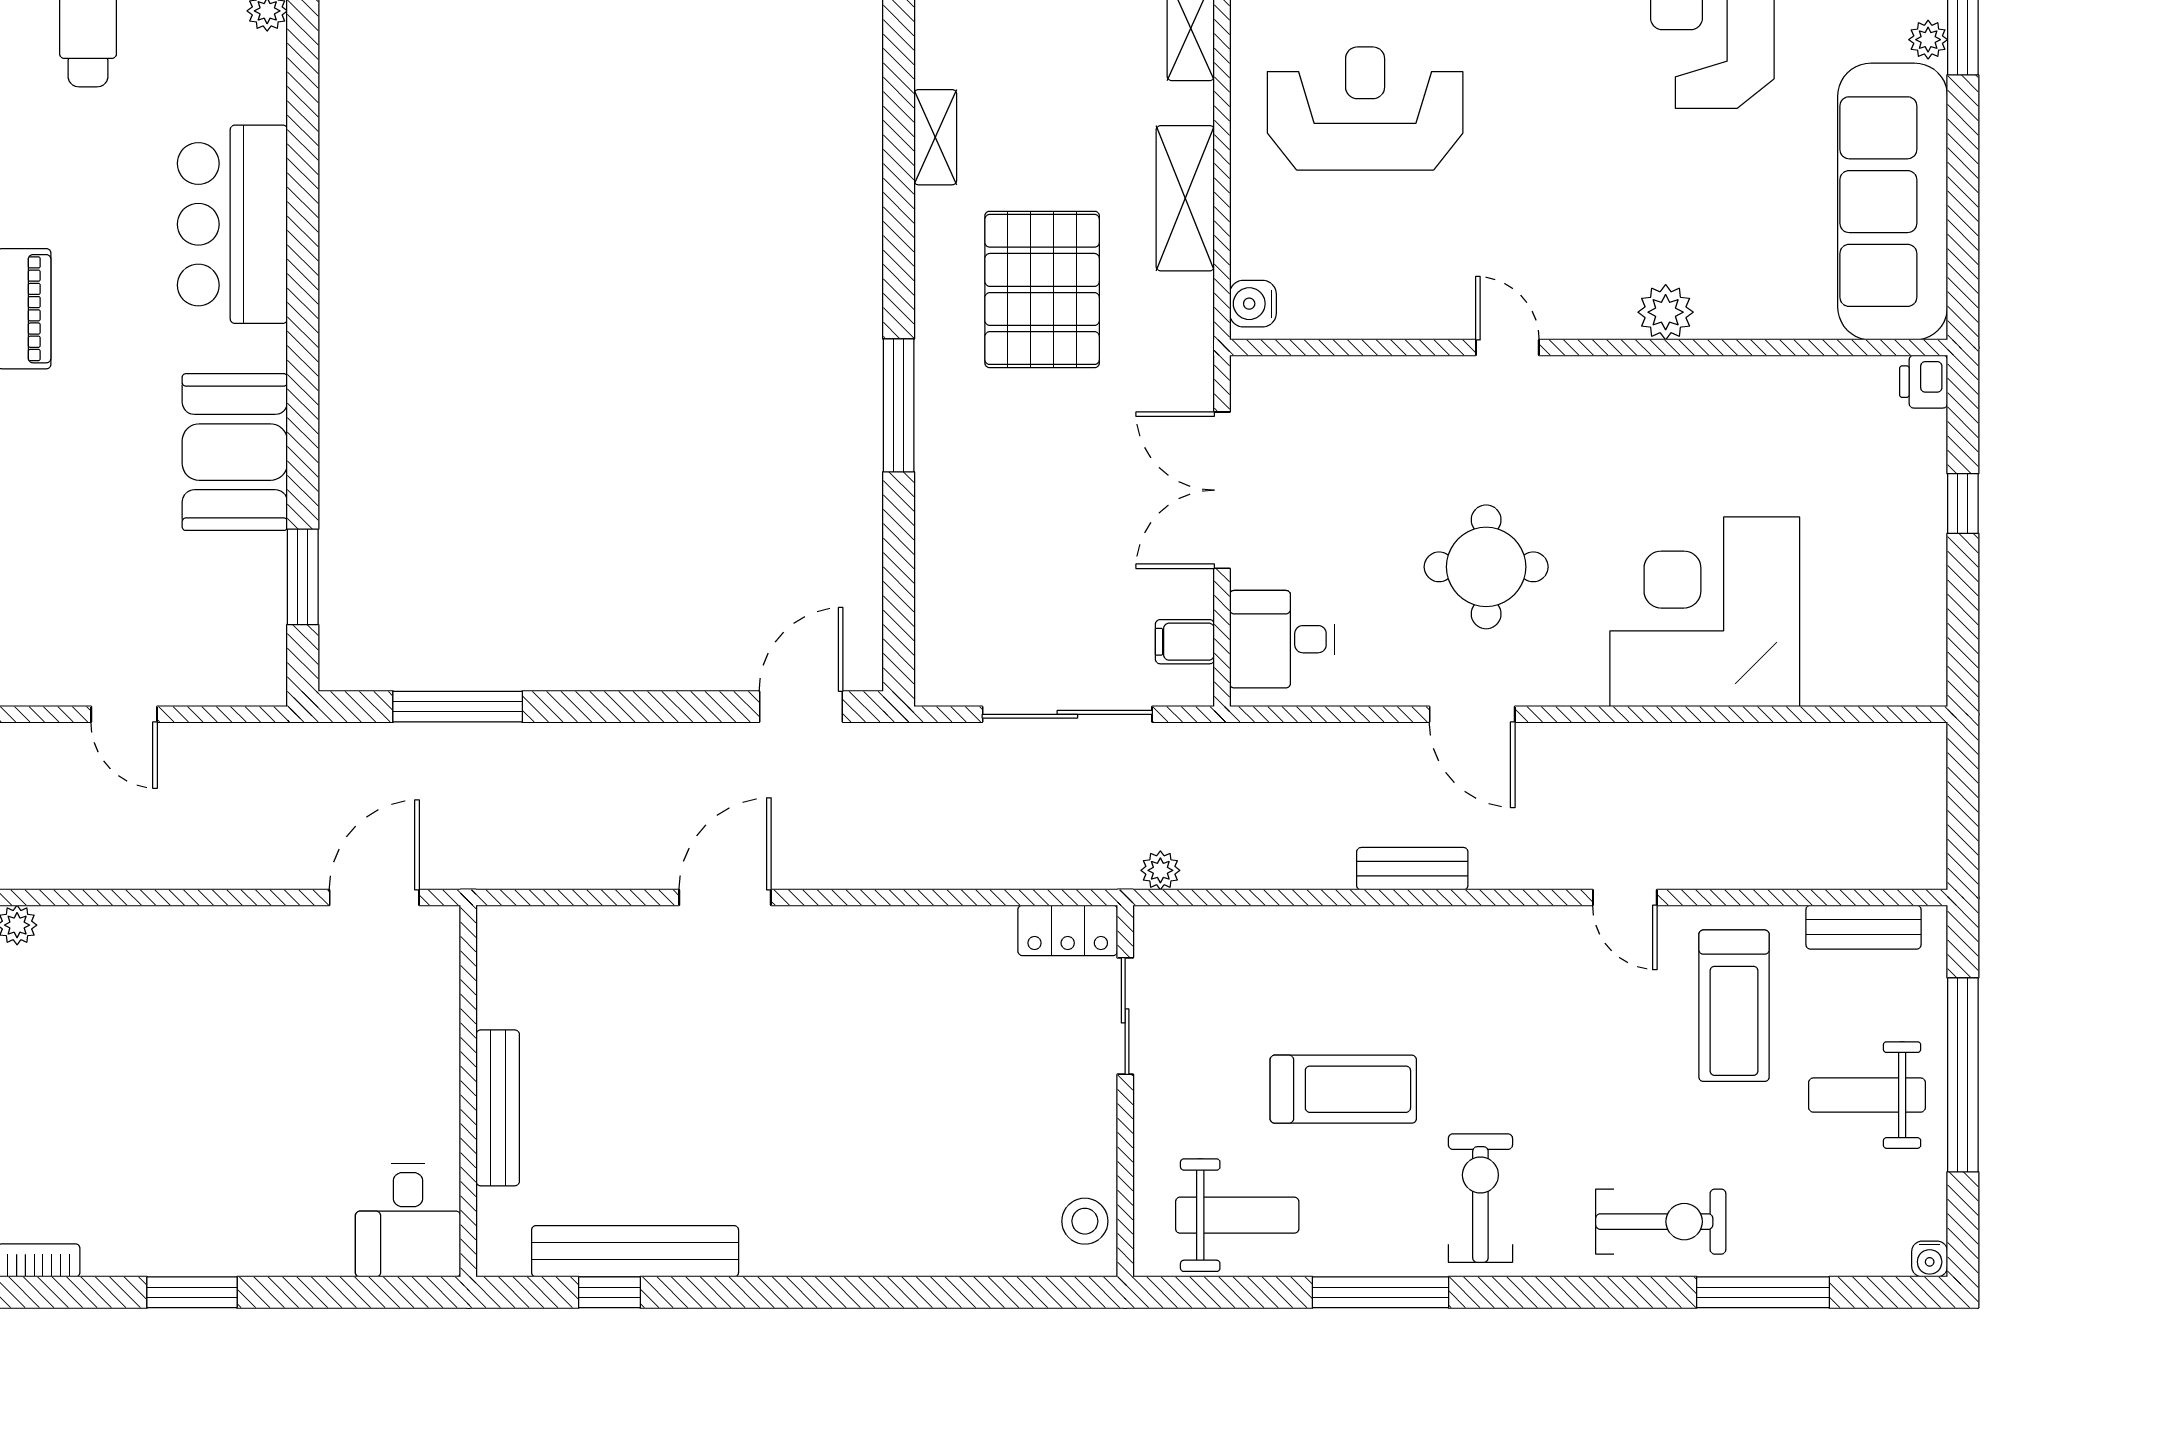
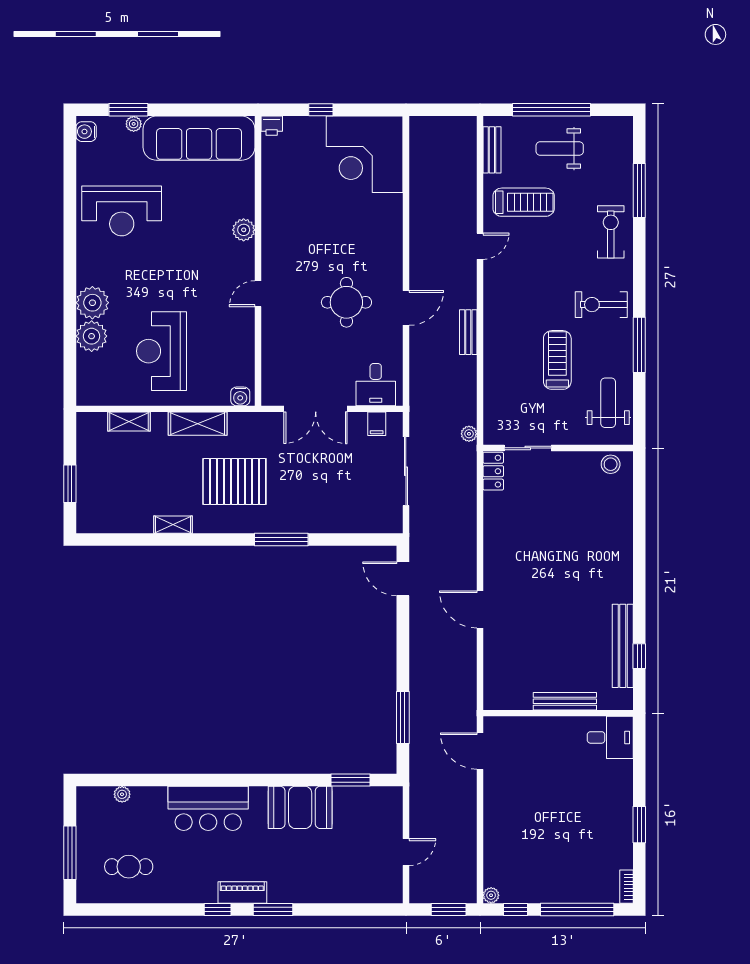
corner desk: (1705, 612) -> (365, 154), moved
weight bench: (1867, 1095) -> (560, 149), turned 90
water cooler: (1930, 1259) -> (626, 123), removed

